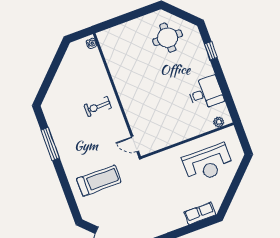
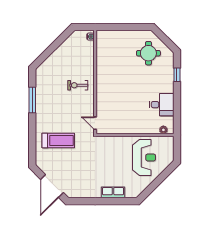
reception desk: (208, 163) -> (144, 157), turned -90
row of seats: (200, 213) -> (113, 192), moved

